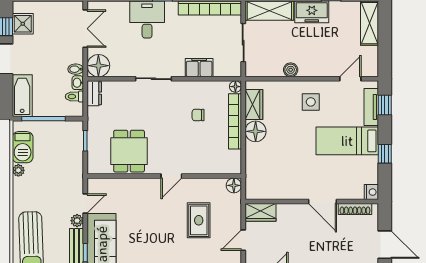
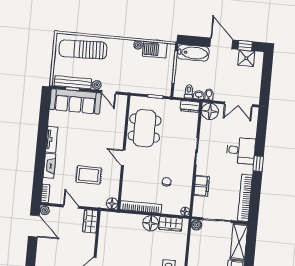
boiler: (291, 70) -> (196, 225), moved
bookcase: (235, 121) -> (141, 207), moved
dining table: (129, 151) -> (145, 128), width x1.38

